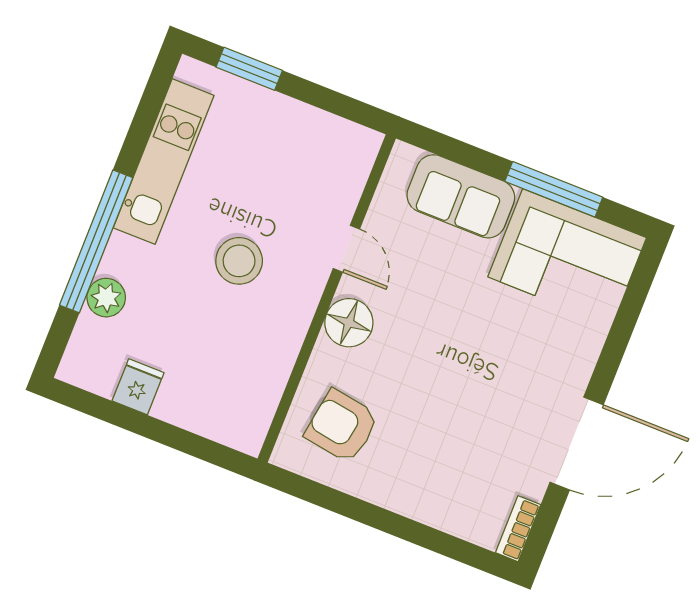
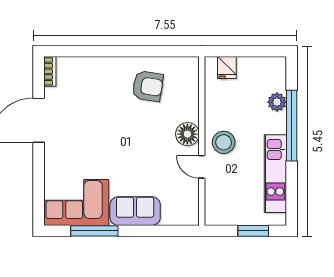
door: (346, 249) -> (202, 167), moved
wall: (327, 298) -> (202, 141), moved
floor lamp: (349, 323) -> (187, 134), moved
fridge: (138, 387) -> (227, 67), moved

